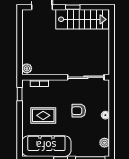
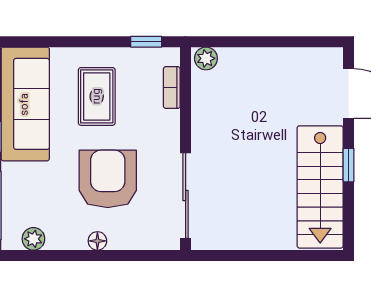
armchair: (79, 111) -> (108, 179), width x1.88, depth x1.88

